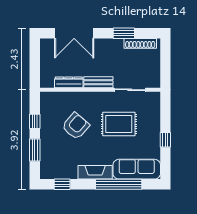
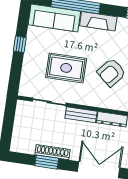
shoe rack: (140, 43) -> (53, 152), moved

